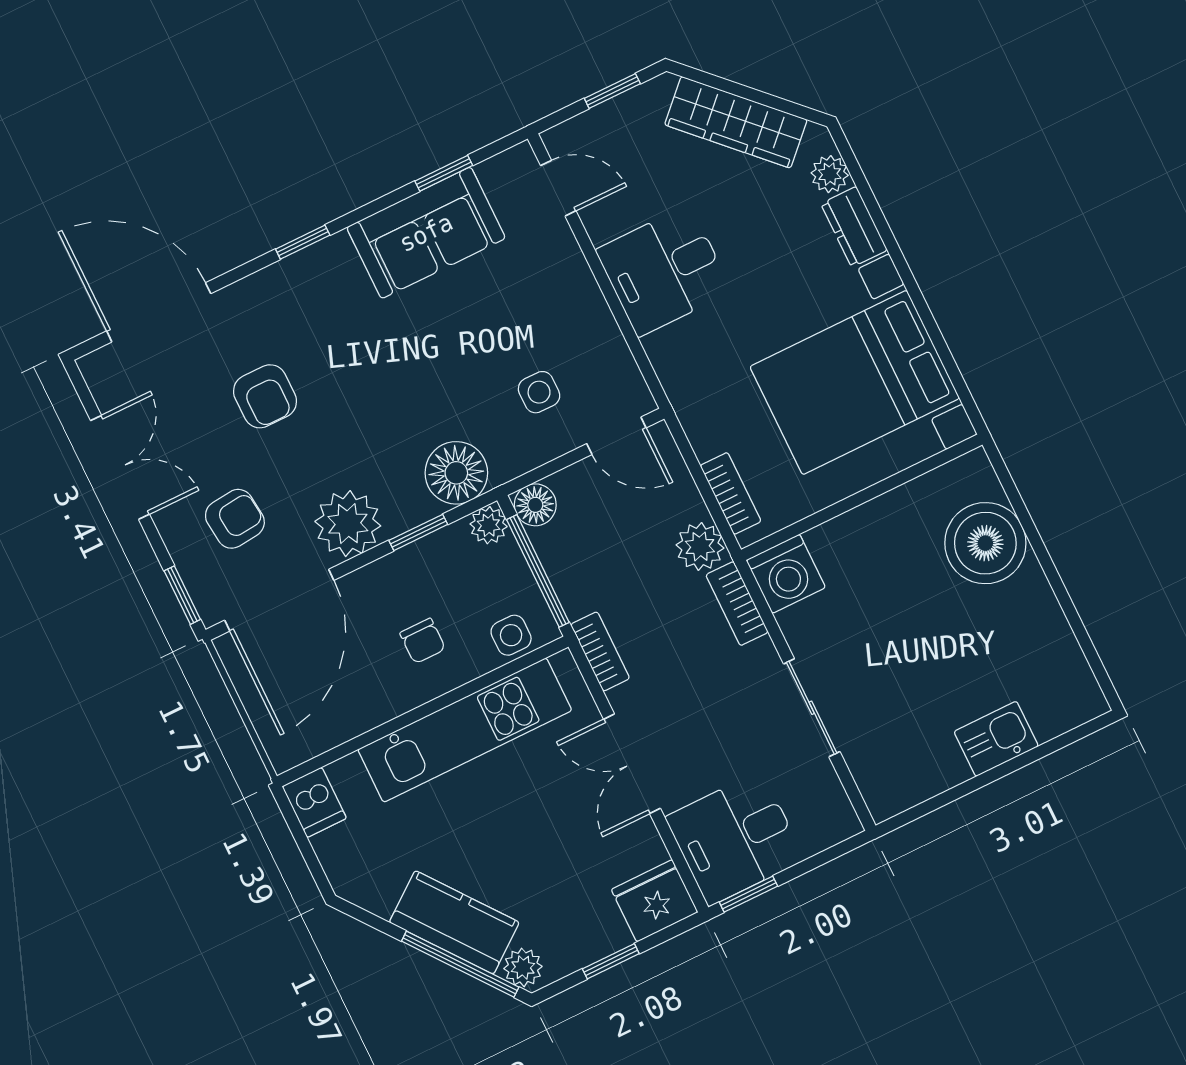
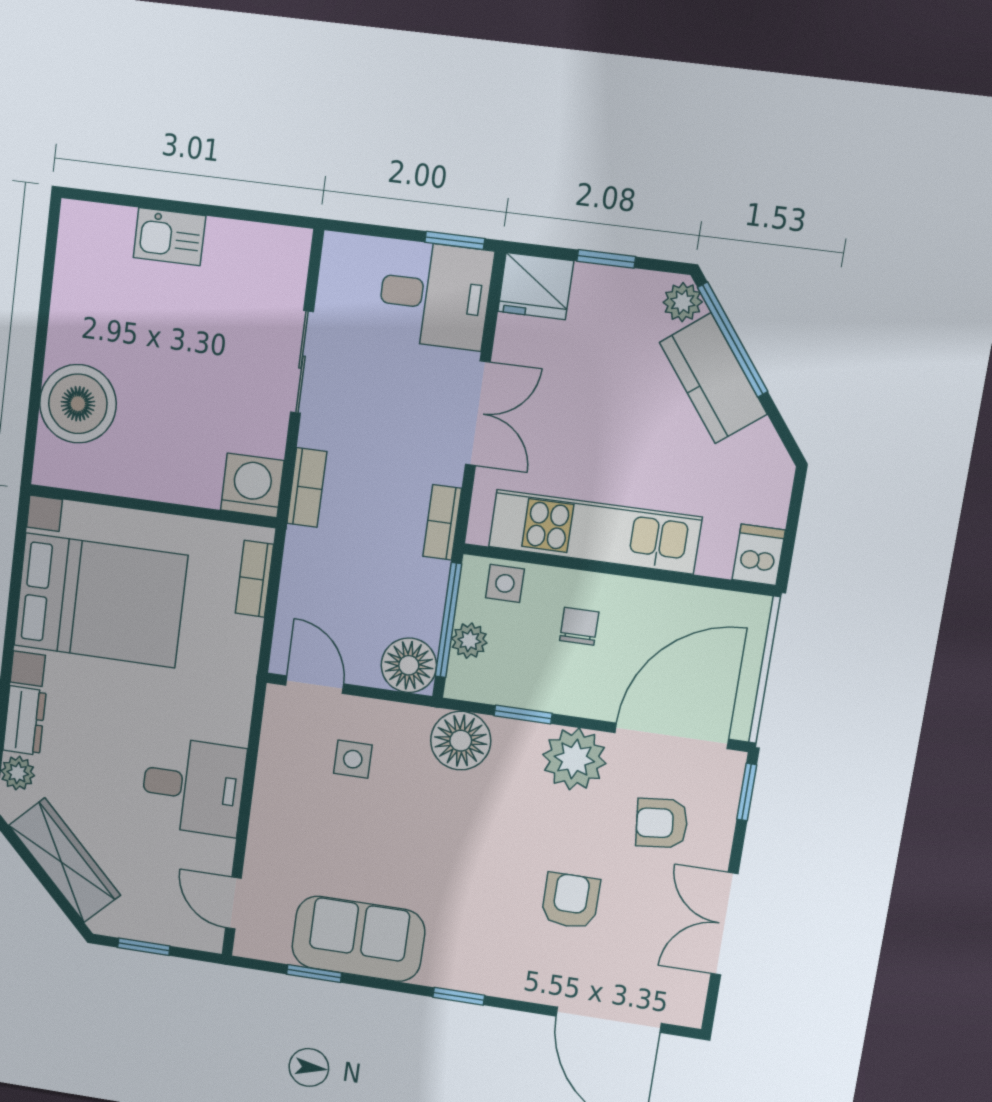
floor lamp: (535, 505) -> (409, 665), width x1.38, depth x1.38
plant: (489, 525) -> (469, 641), moved
plant: (700, 546) -> (306, 553), removed

